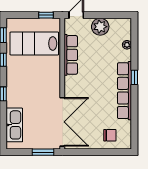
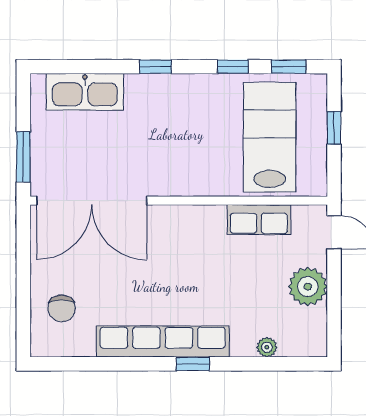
window: (46, 15) -> (334, 128), moved
row of seats: (71, 55) -> (259, 220), width x0.68

